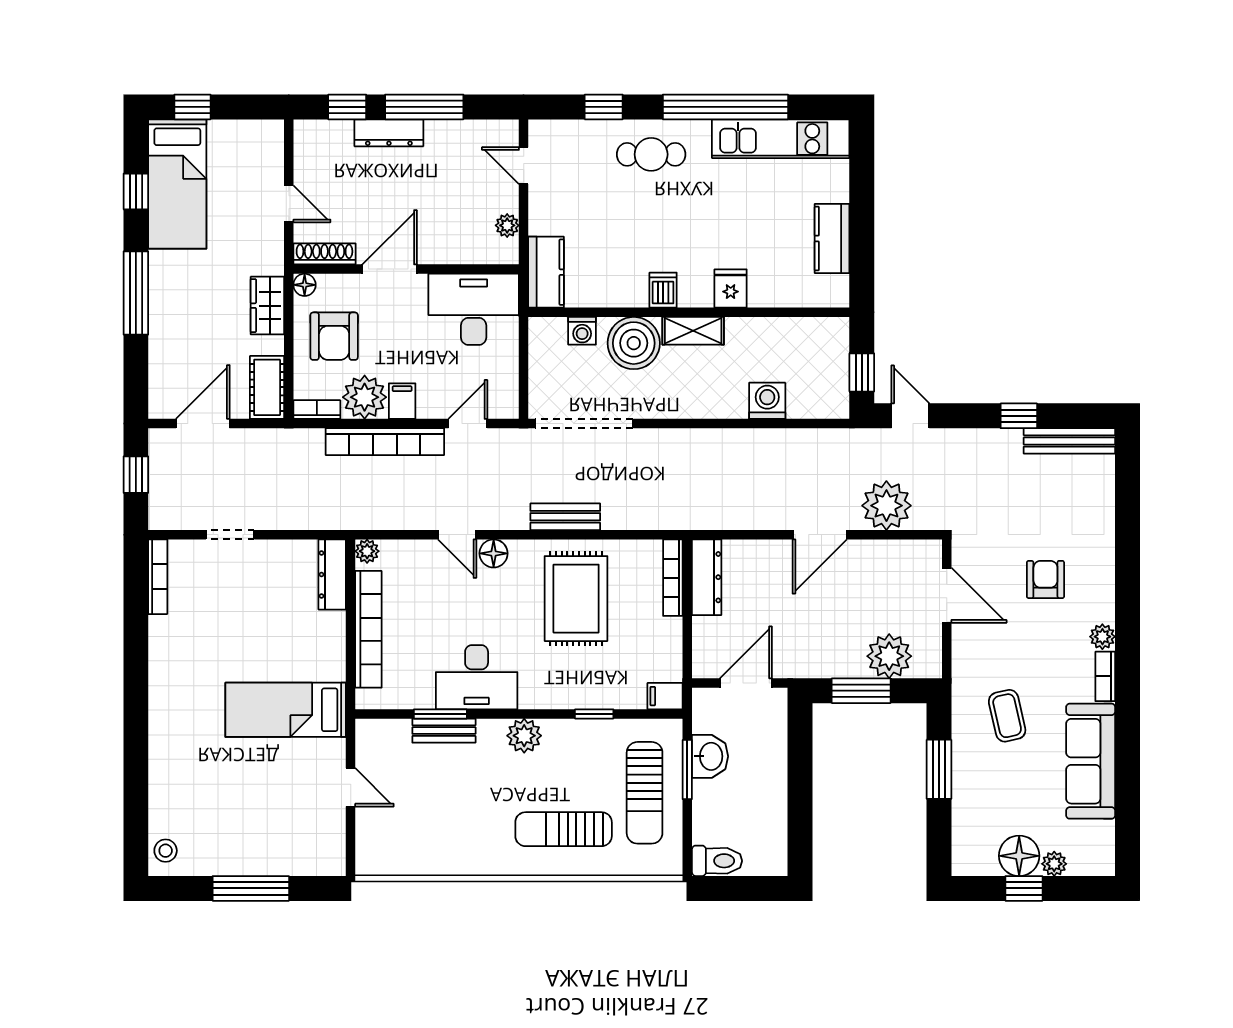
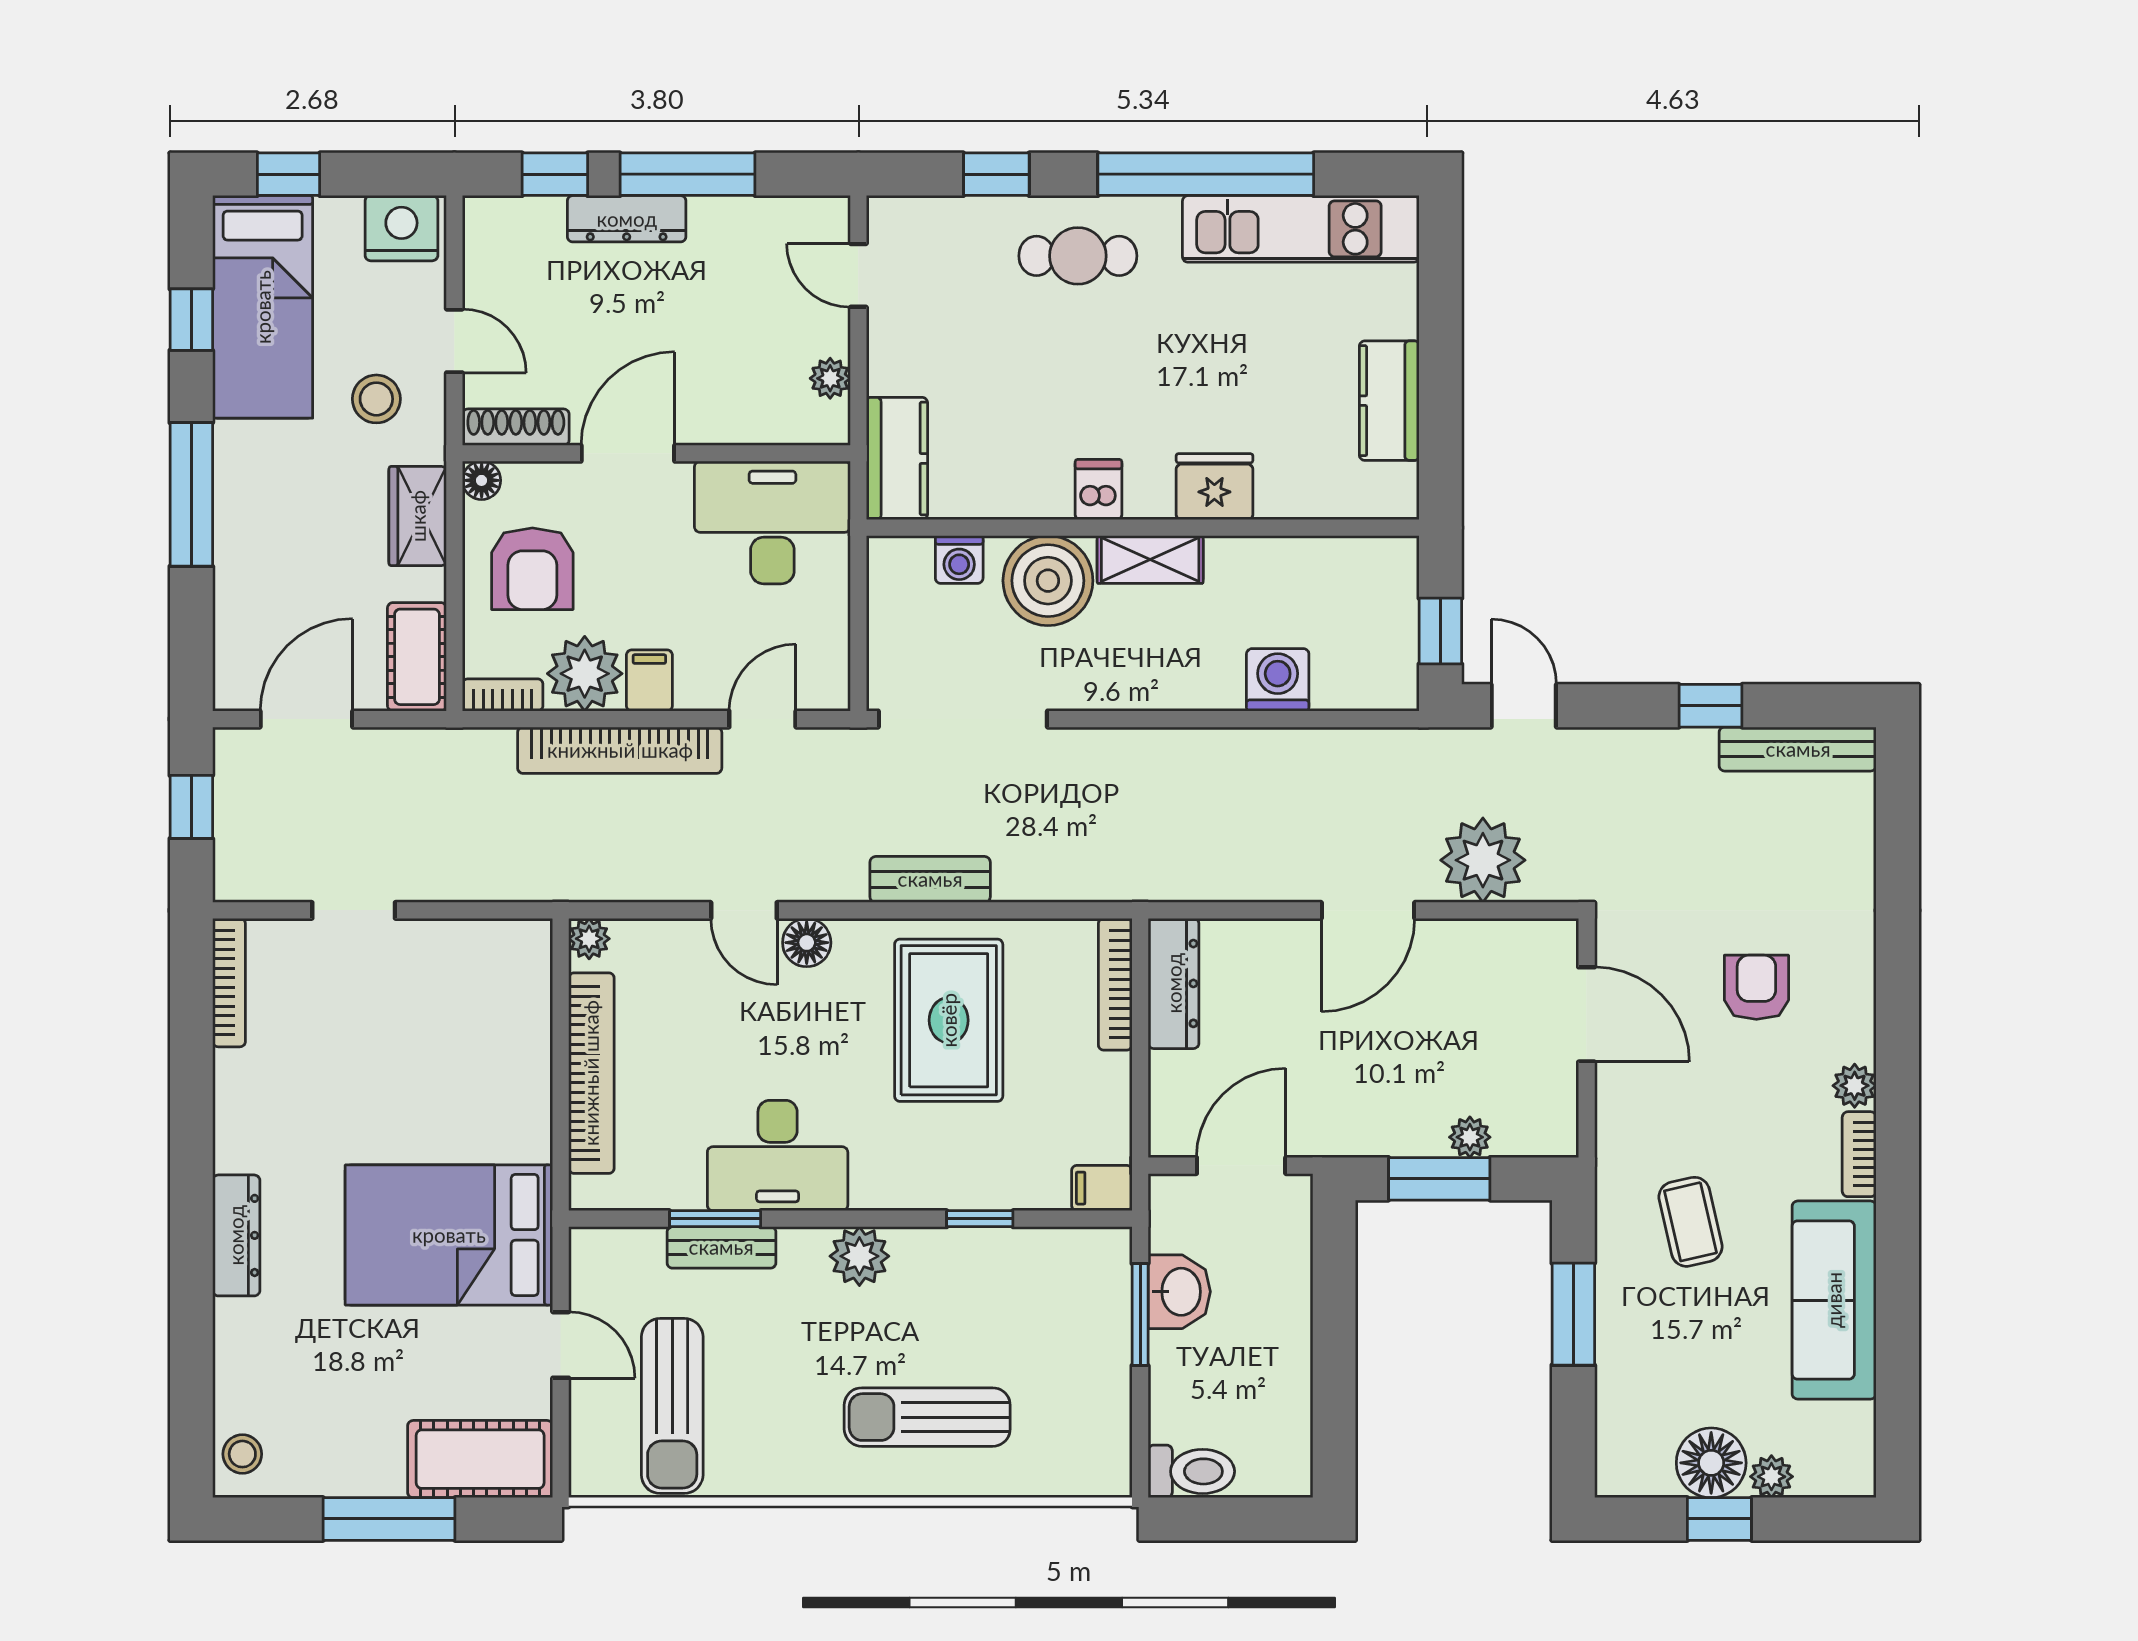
nightstand: (258, 138) -> (401, 228), added
stool: (243, 238) -> (376, 399), added
fridge: (731, 288) -> (1214, 487), width x1.38
dresser: (332, 574) -> (236, 1235), moved, turned 180
plant: (889, 656) -> (1470, 1137), width x0.53, depth x0.53
bed: (286, 710) -> (449, 1235), width x1.50
sun lounger: (645, 793) -> (672, 1406), moved
cot: (304, 854) -> (480, 1459), added

